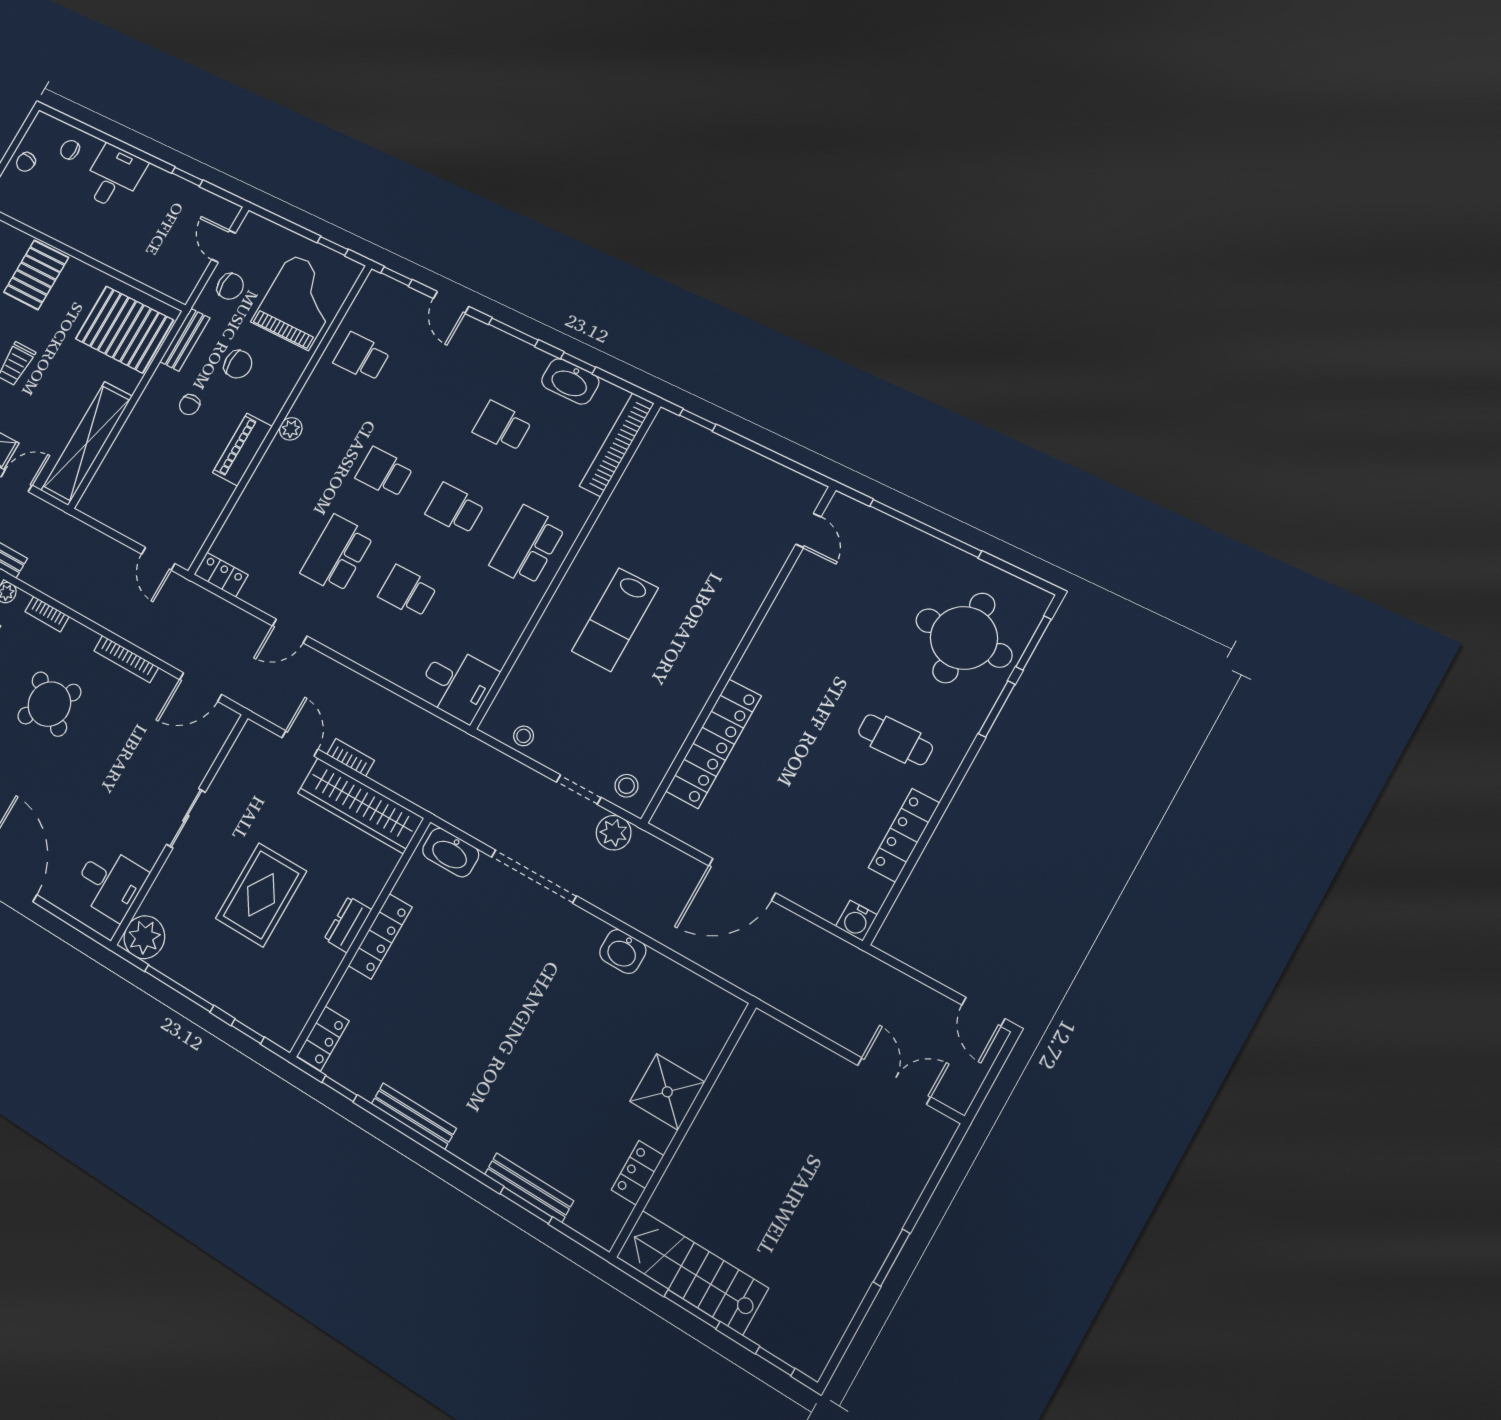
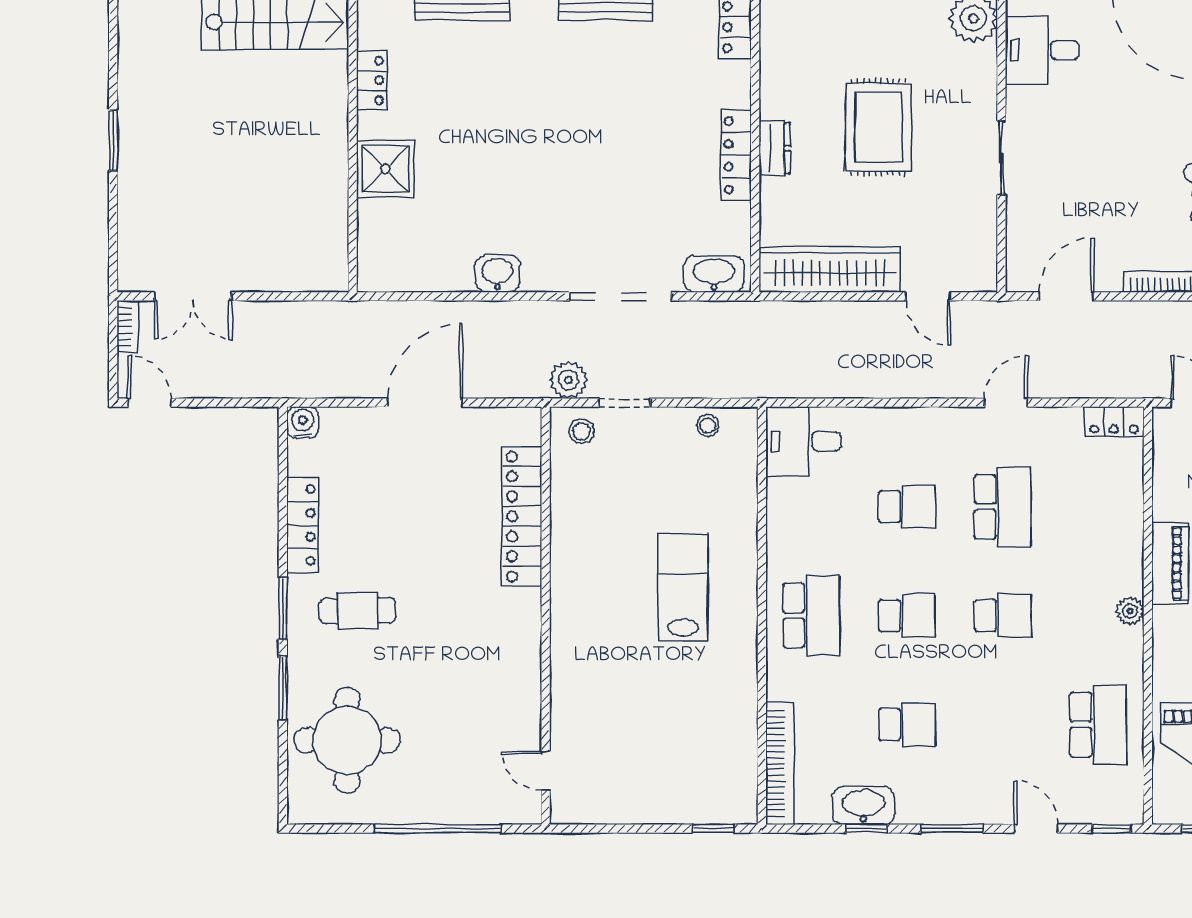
school desk: (362, 357) -> (1098, 725), width x1.85
window: (1033, 643) -> (283, 609), moved
bookcase: (351, 757) -> (128, 326), moved, turned -90

